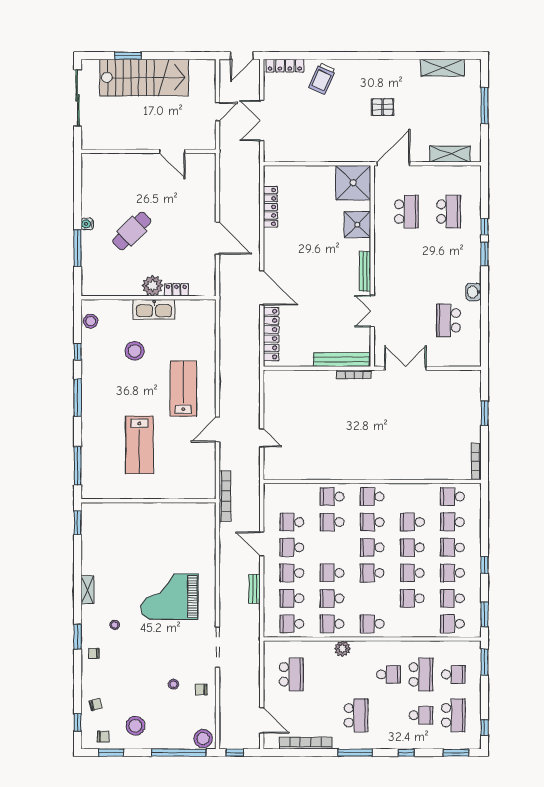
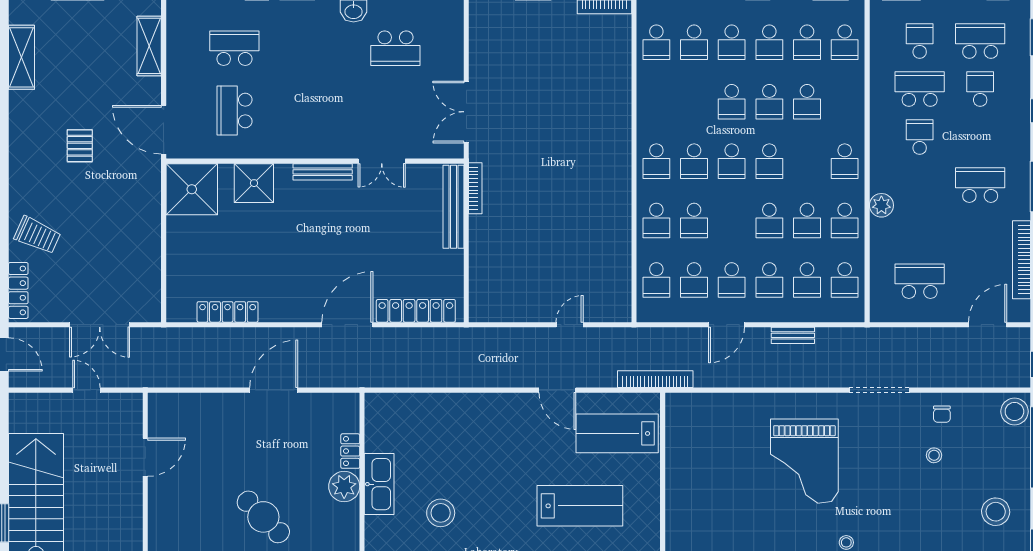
school desk: (406, 212) -> (234, 110), turned -90
lab bench: (183, 389) -> (617, 433), moved
school desk: (412, 522) -> (656, 280), moved

